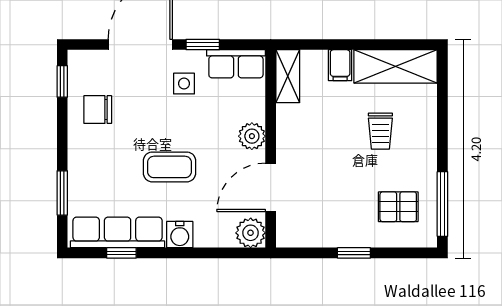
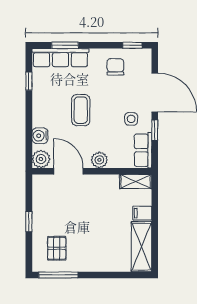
trolley: (380, 131) -> (102, 237), removed
row of seats: (118, 232) -> (60, 58), moved, turned 90
water cooler: (180, 235) -> (40, 136), moved

